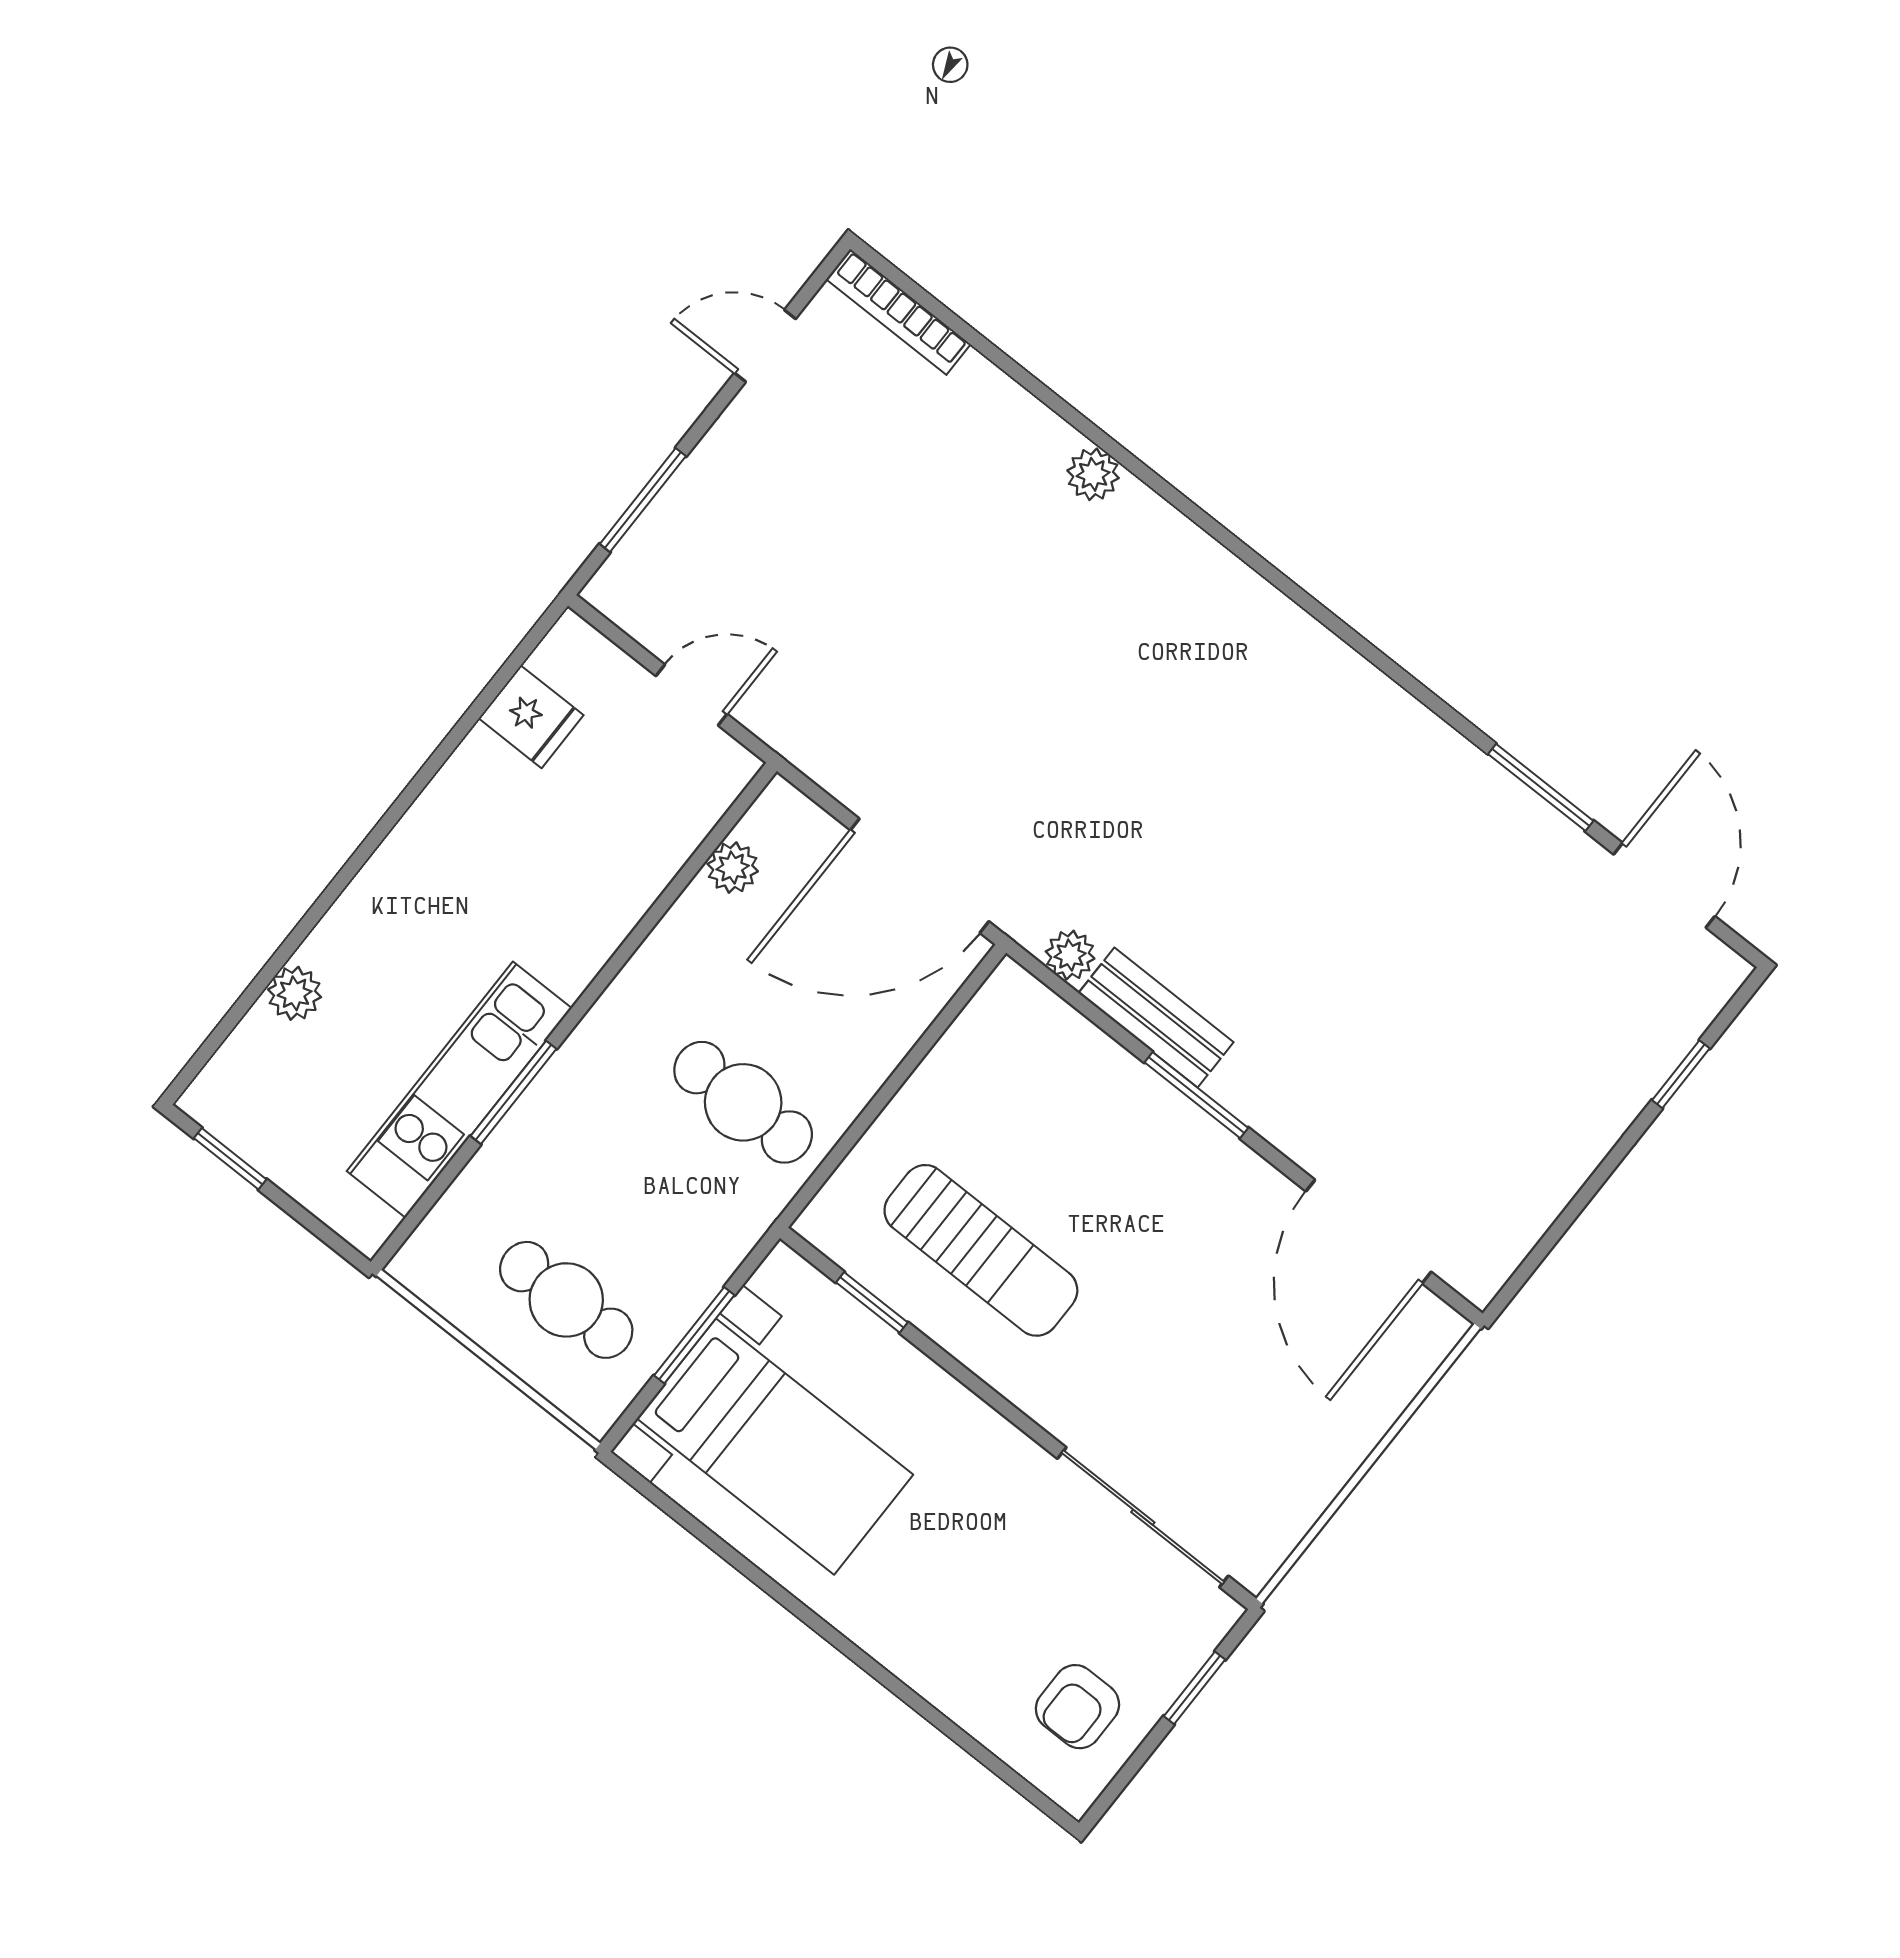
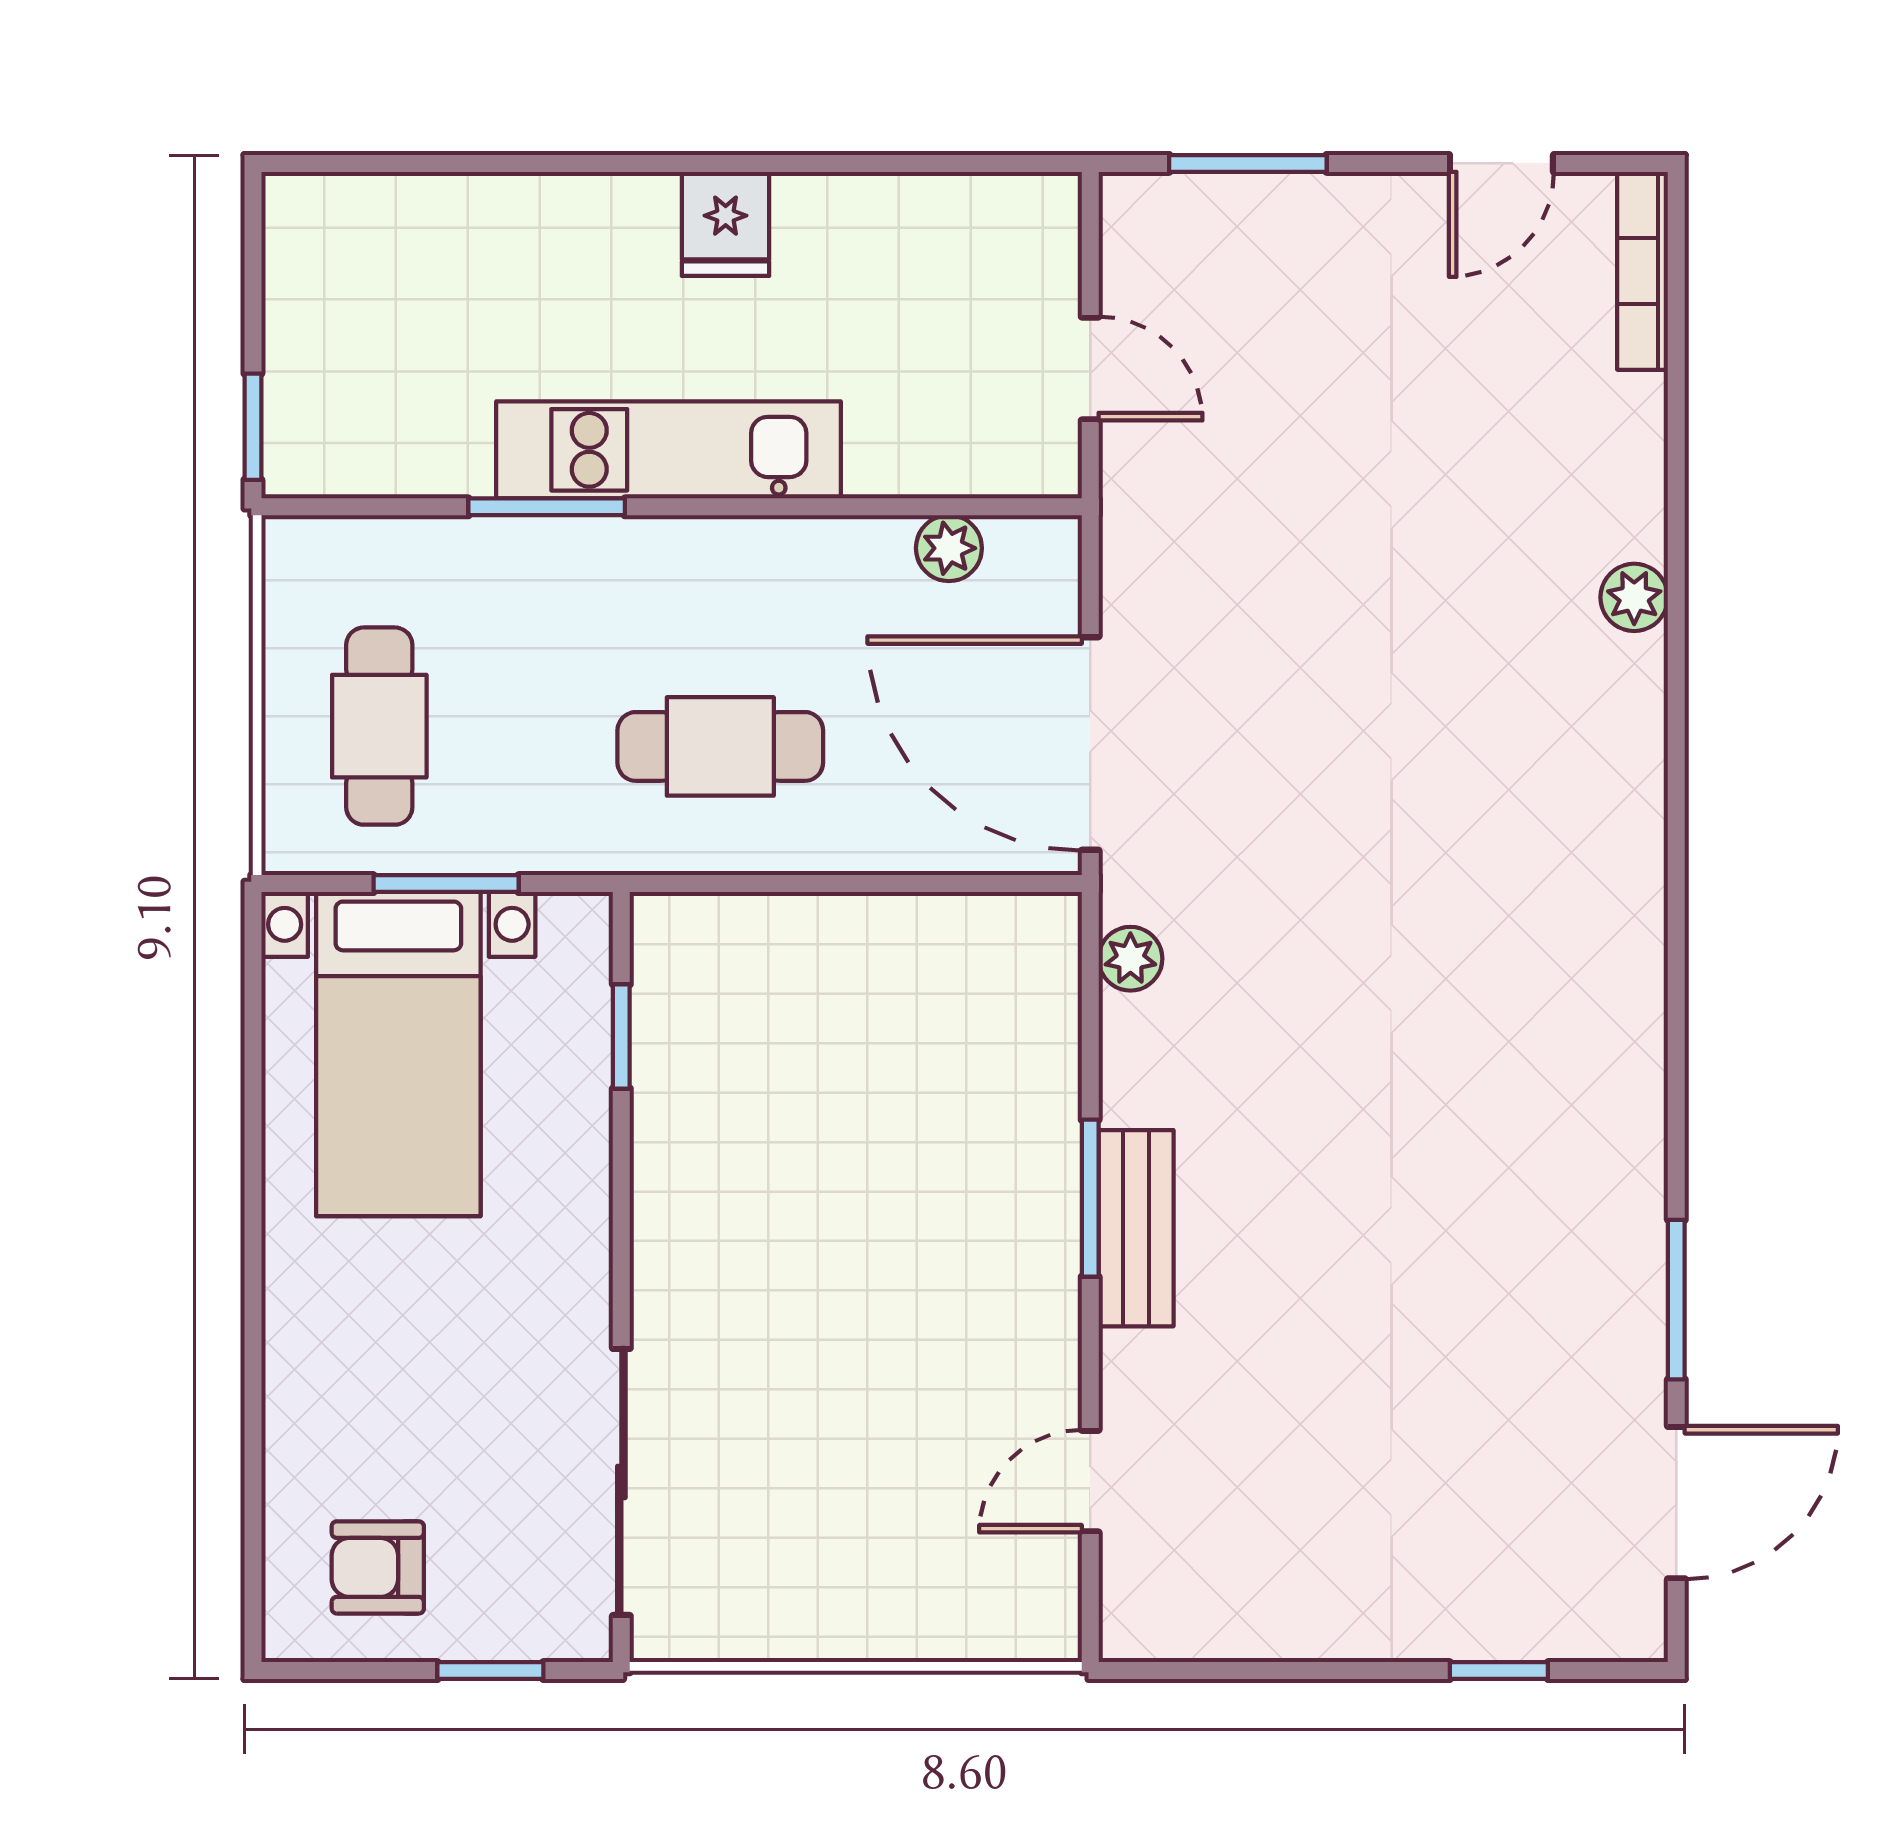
door: (765, 346) -> (1501, 163), swing flipped
fridge: (531, 717) -> (726, 224), moved
plant: (295, 993) -> (471, 207), removed
bench: (1156, 1018) -> (1136, 1228), moved
kitchen unit: (459, 1090) -> (668, 450), moved
cafe table: (743, 1102) -> (720, 746), turned 90
window: (230, 1159) -> (253, 427), moved
door: (1369, 1232) -> (1090, 1481), width x0.53
sun lounger: (981, 1250) -> (761, 1105), removed

